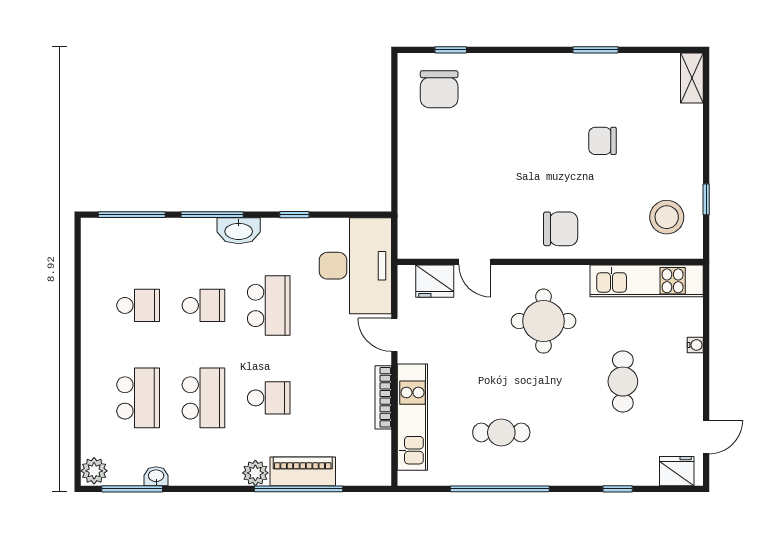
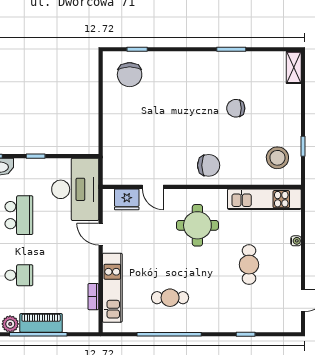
bookcase: (383, 397) -> (93, 297), moved, width x0.64
fridge: (677, 471) -> (284, 323), removed

